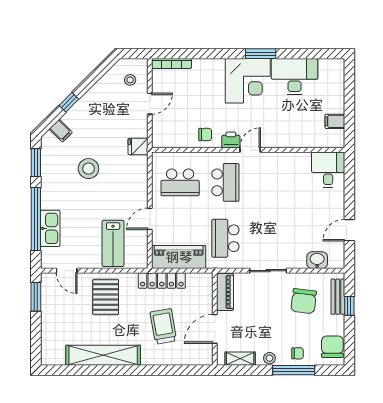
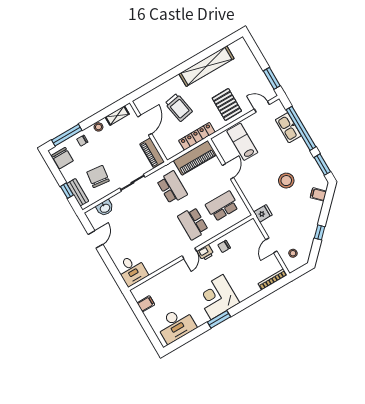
desk: (295, 76) -> (176, 325), moved
window: (69, 102) -> (320, 232), moved
window: (294, 370) -> (67, 135), moved

